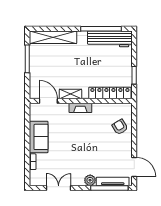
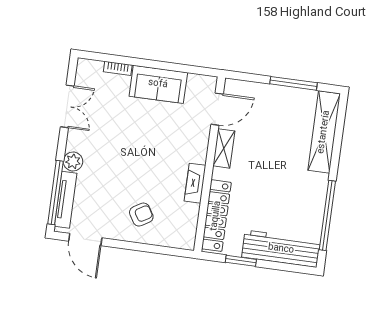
workbench: (110, 39) -> (281, 249), moved, turned 90
fireplace: (80, 108) -> (195, 183), moved
armchair: (120, 127) -> (141, 215), moved
door: (134, 167) -> (85, 239), hinge flipped

